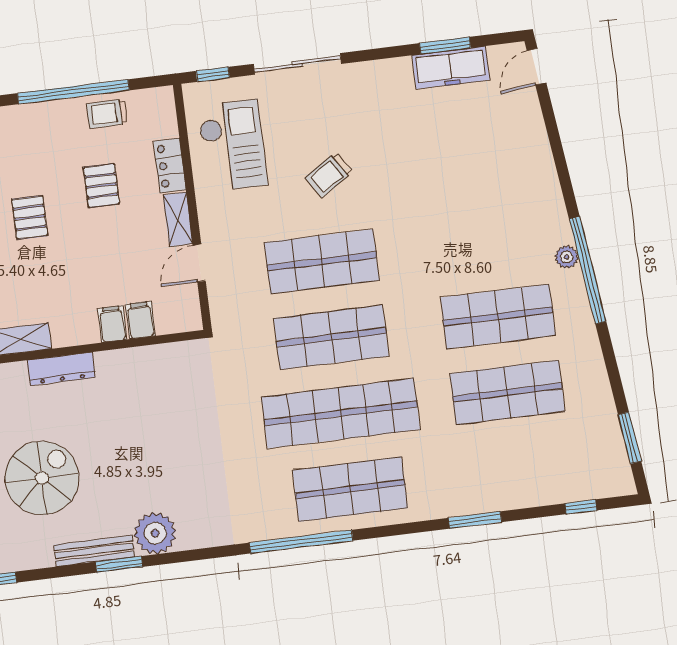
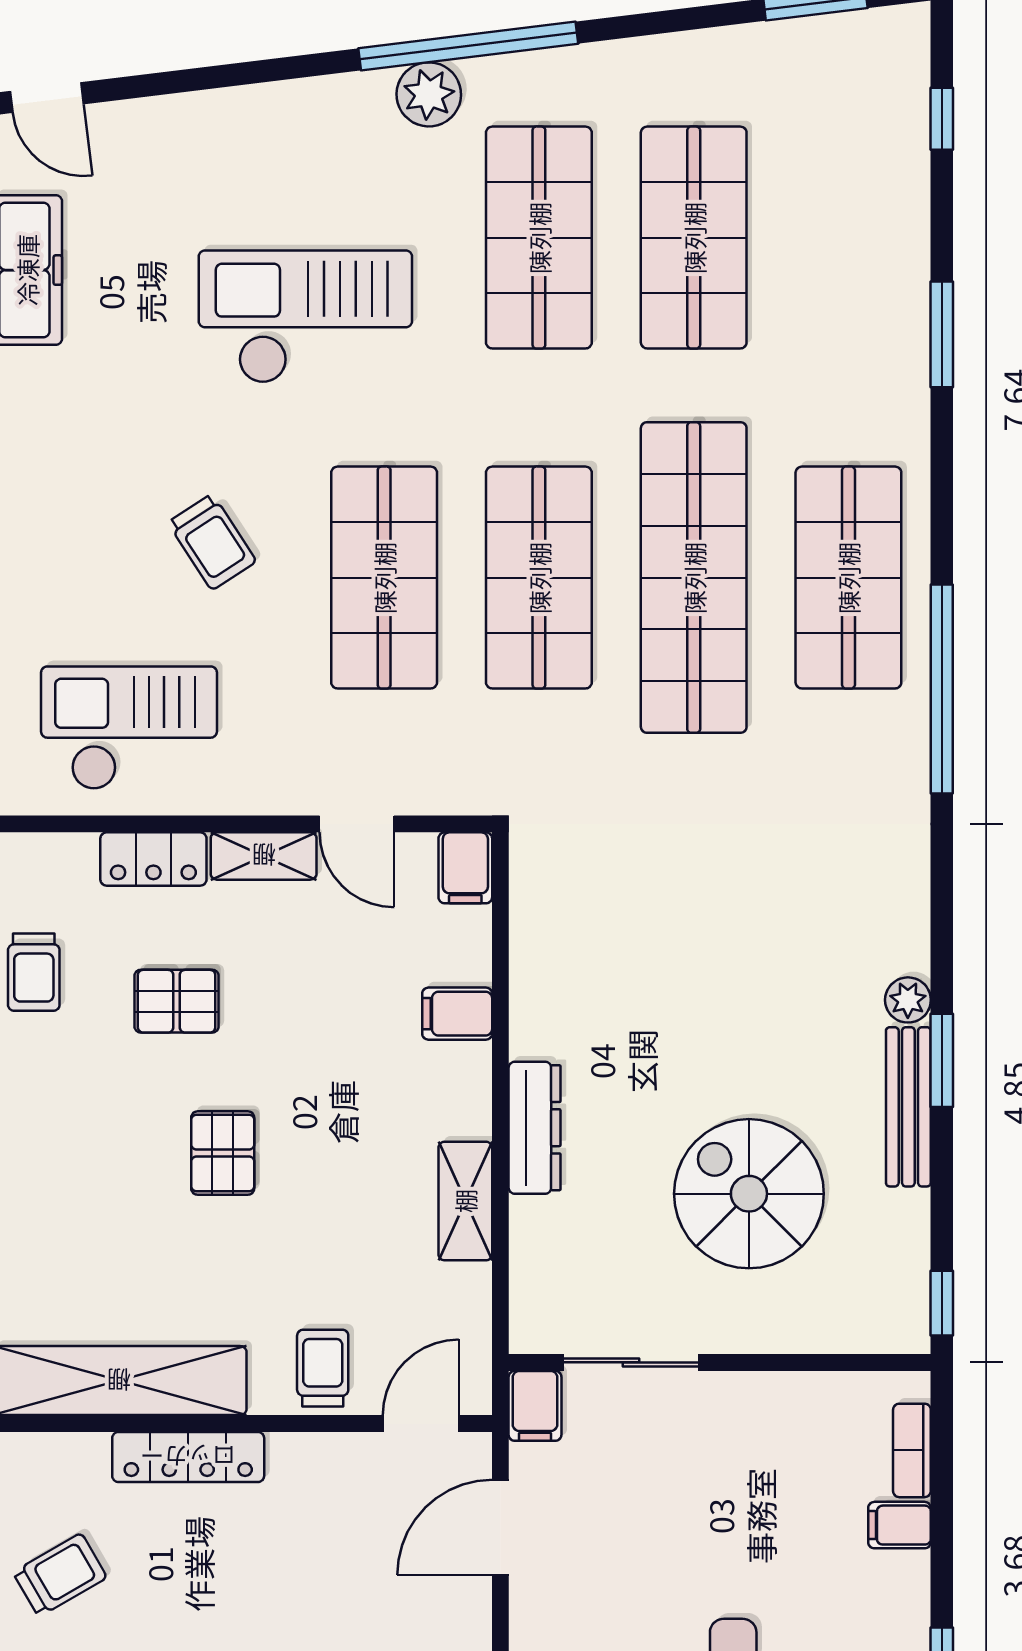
checkout: (445, 207) -> (305, 317), added
pallet: (30, 217) -> (223, 1153), turned 90
plant: (567, 257) -> (429, 94), width x1.38, depth x1.38
filing cabinet: (140, 320) -> (465, 868), moved, turned -90
plant: (155, 533) -> (908, 1000), width x0.53, depth x0.53

